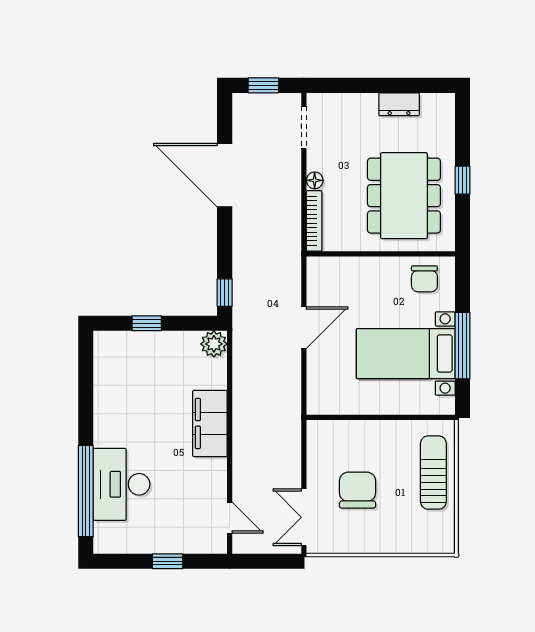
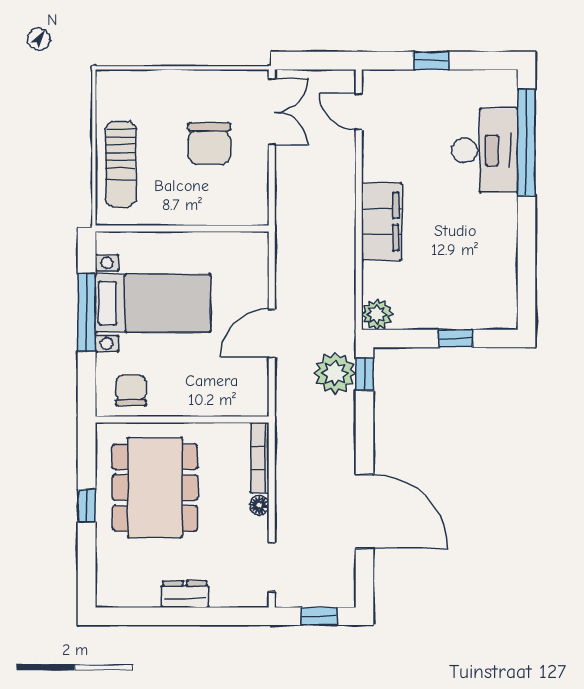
dresser: (399, 104) -> (185, 594), moved
plant: (250, 293) -> (335, 373), added

